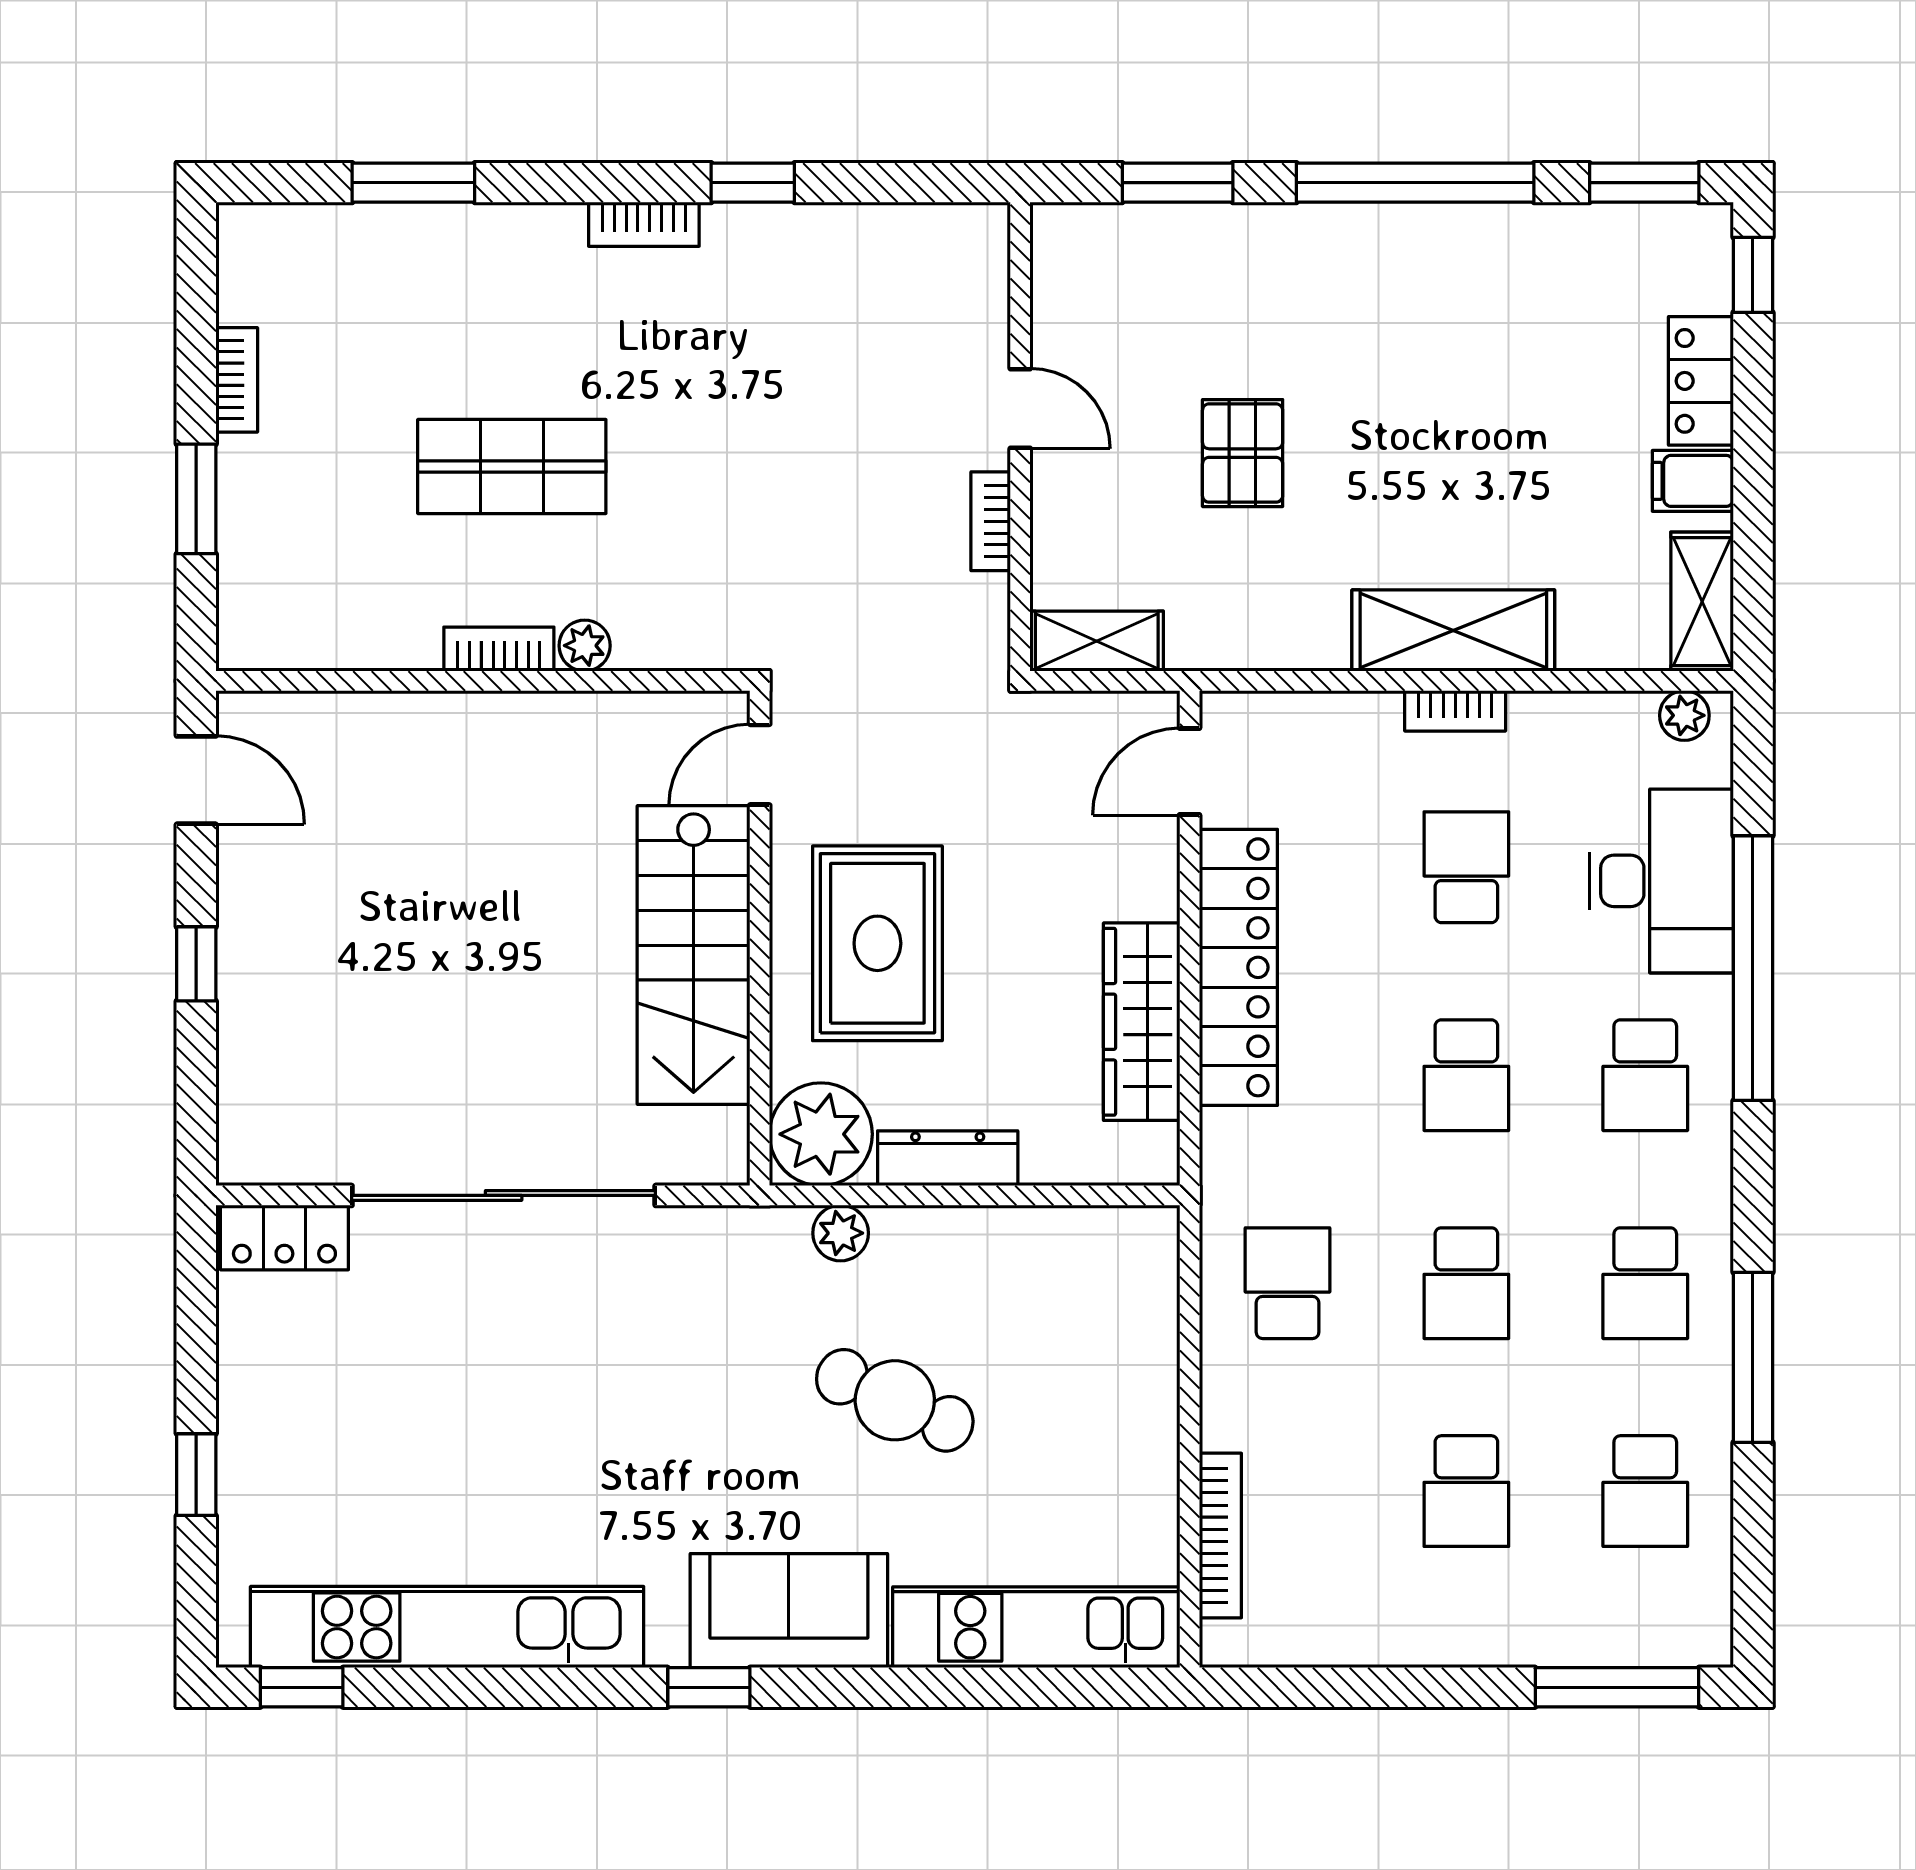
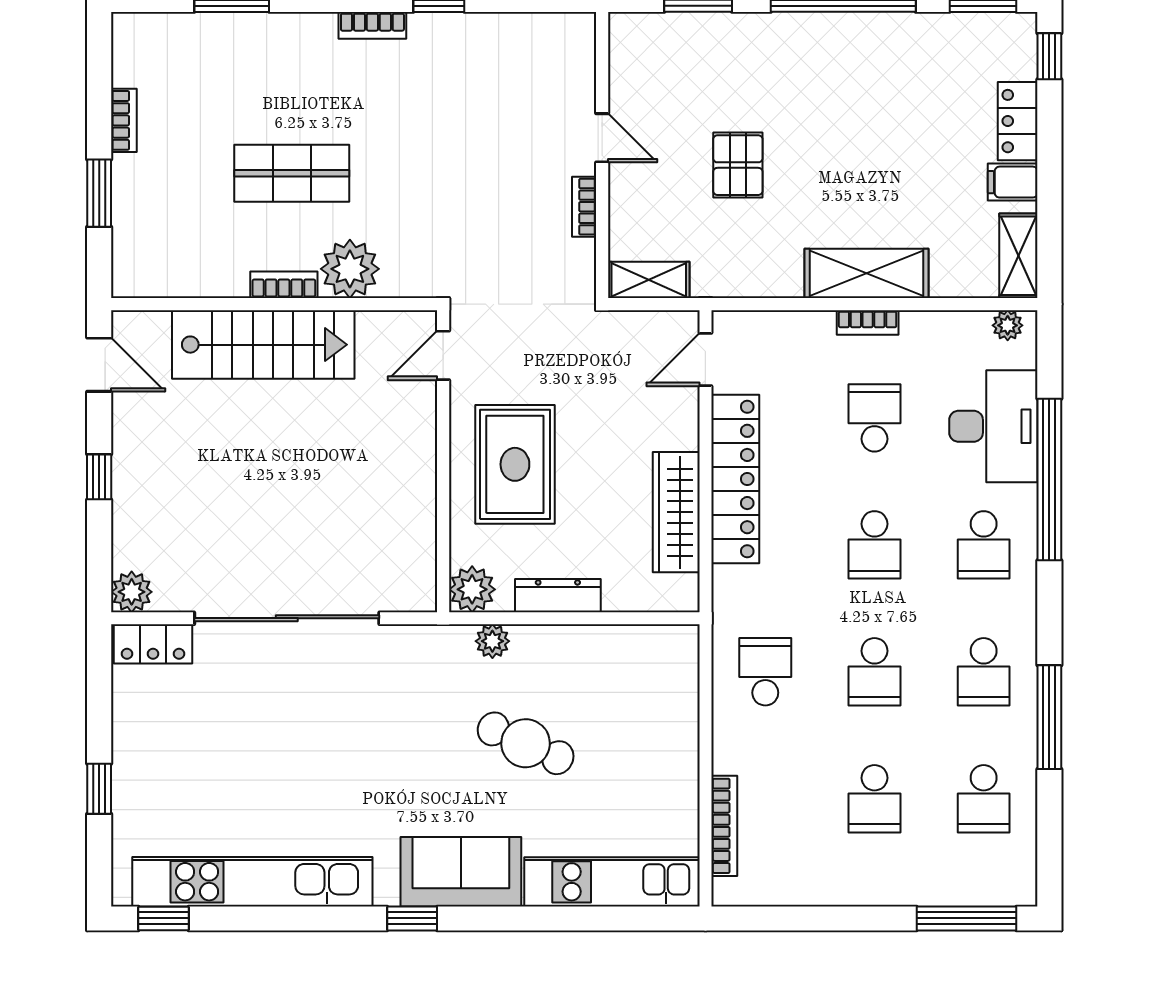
plant: (585, 646) -> (350, 269), width x1.88, depth x1.88
stairs: (694, 955) -> (263, 345), moved, turned -90
plant: (821, 1134) -> (472, 589), width x0.73, depth x0.73
plant: (249, 1152) -> (132, 592), added

